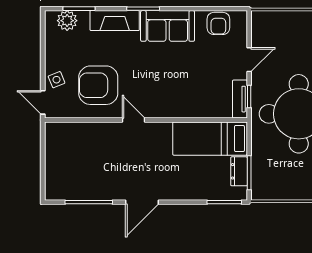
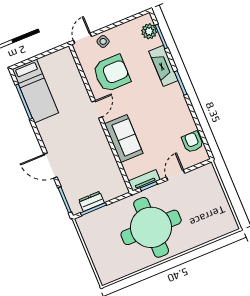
armchair: (218, 23) -> (192, 142), turned 90
sofa: (168, 26) -> (124, 138), moved, turned 180
door: (249, 60) -> (175, 175), swing flipped
armchair: (98, 85) -> (112, 73), turned 90
bed: (210, 139) -> (35, 91), moved, turned 180
door: (142, 202) -> (50, 166), moved

